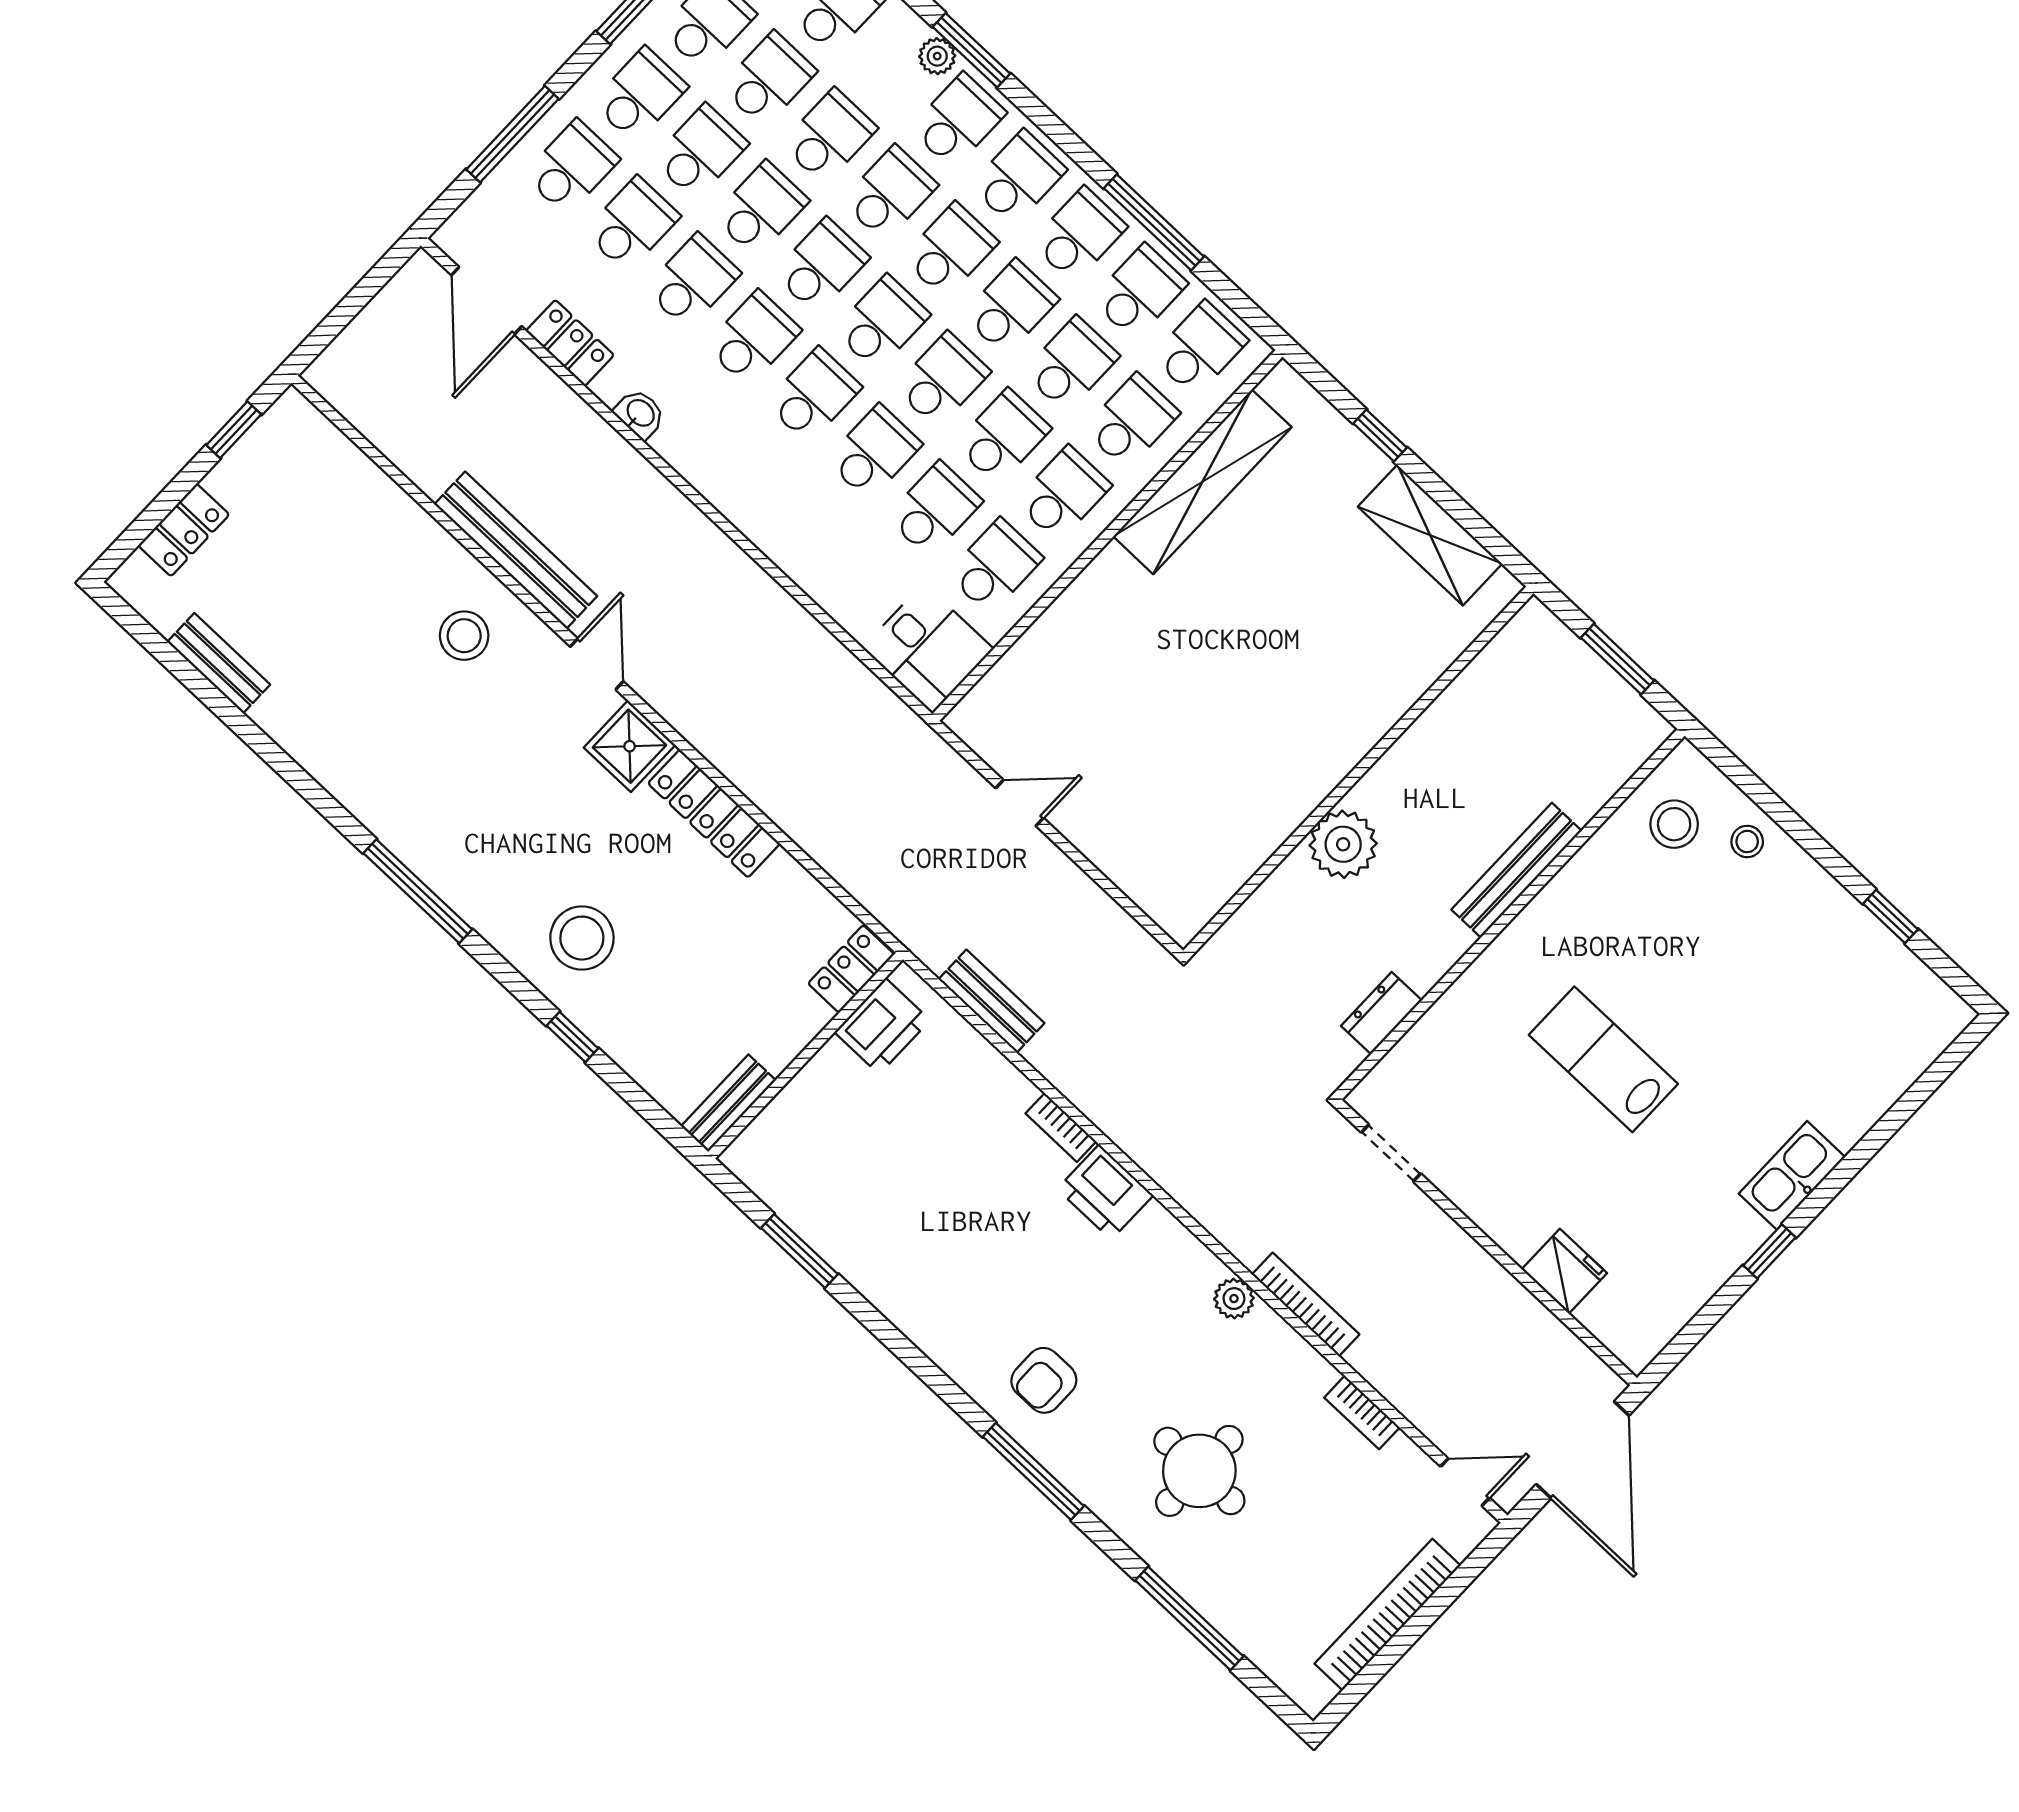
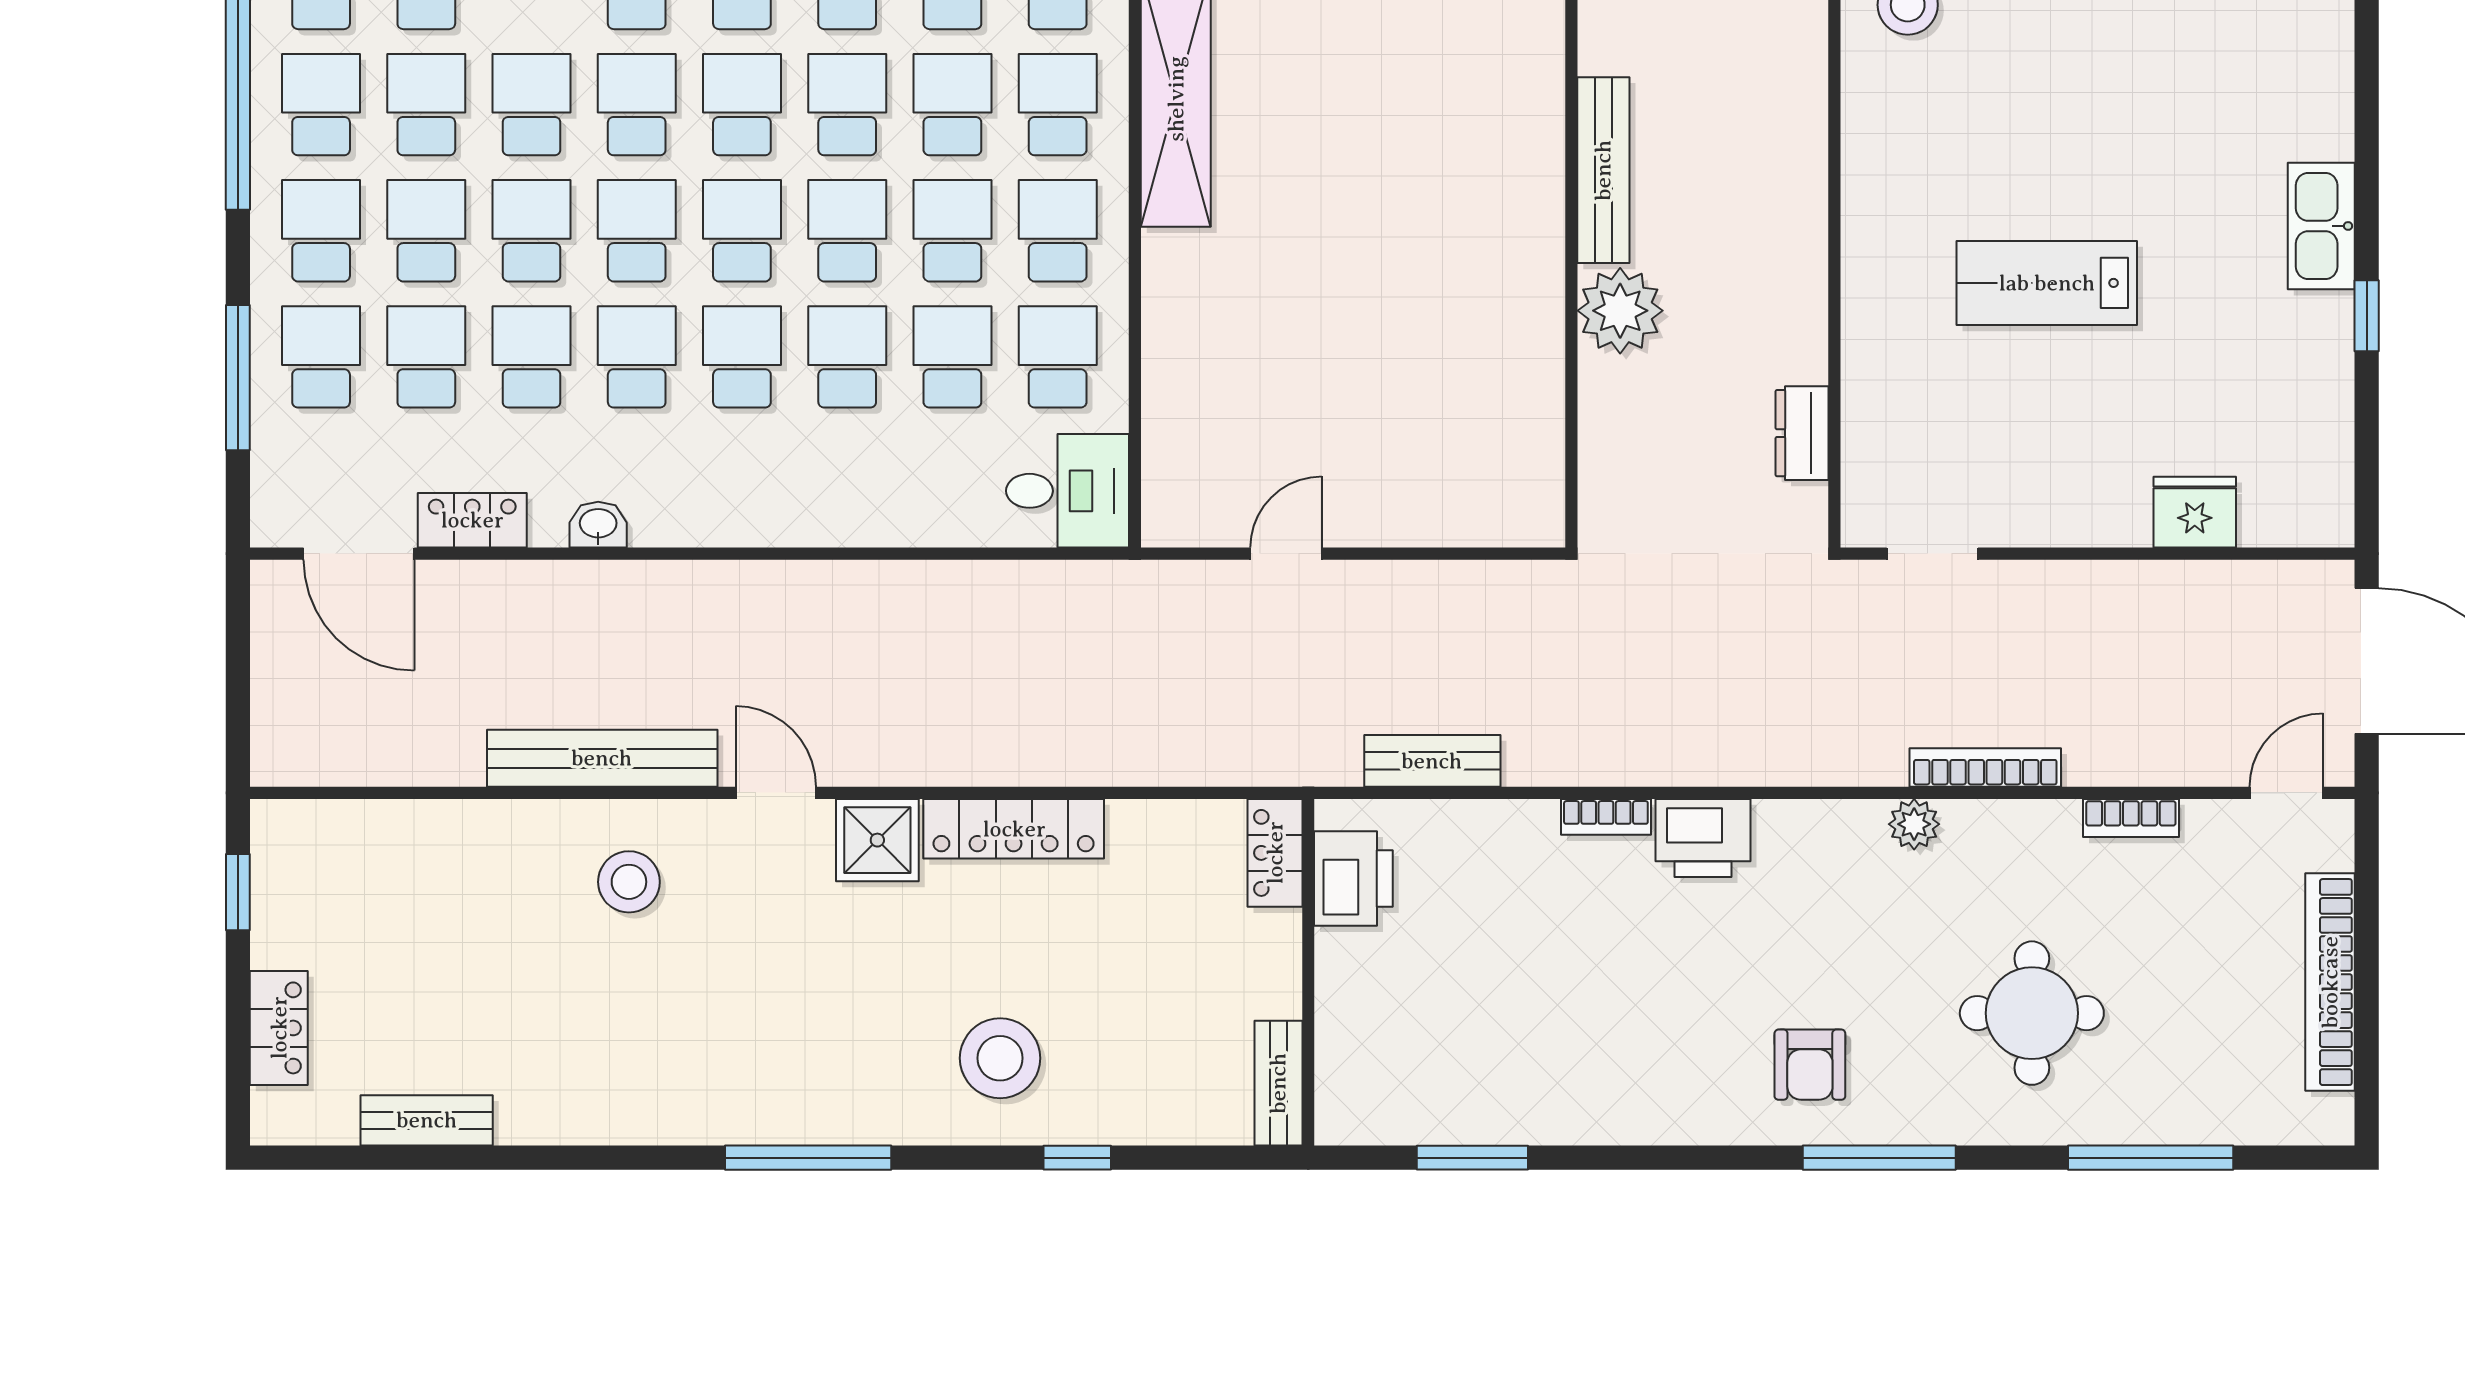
bench: (1516, 870) -> (1603, 170), moved

